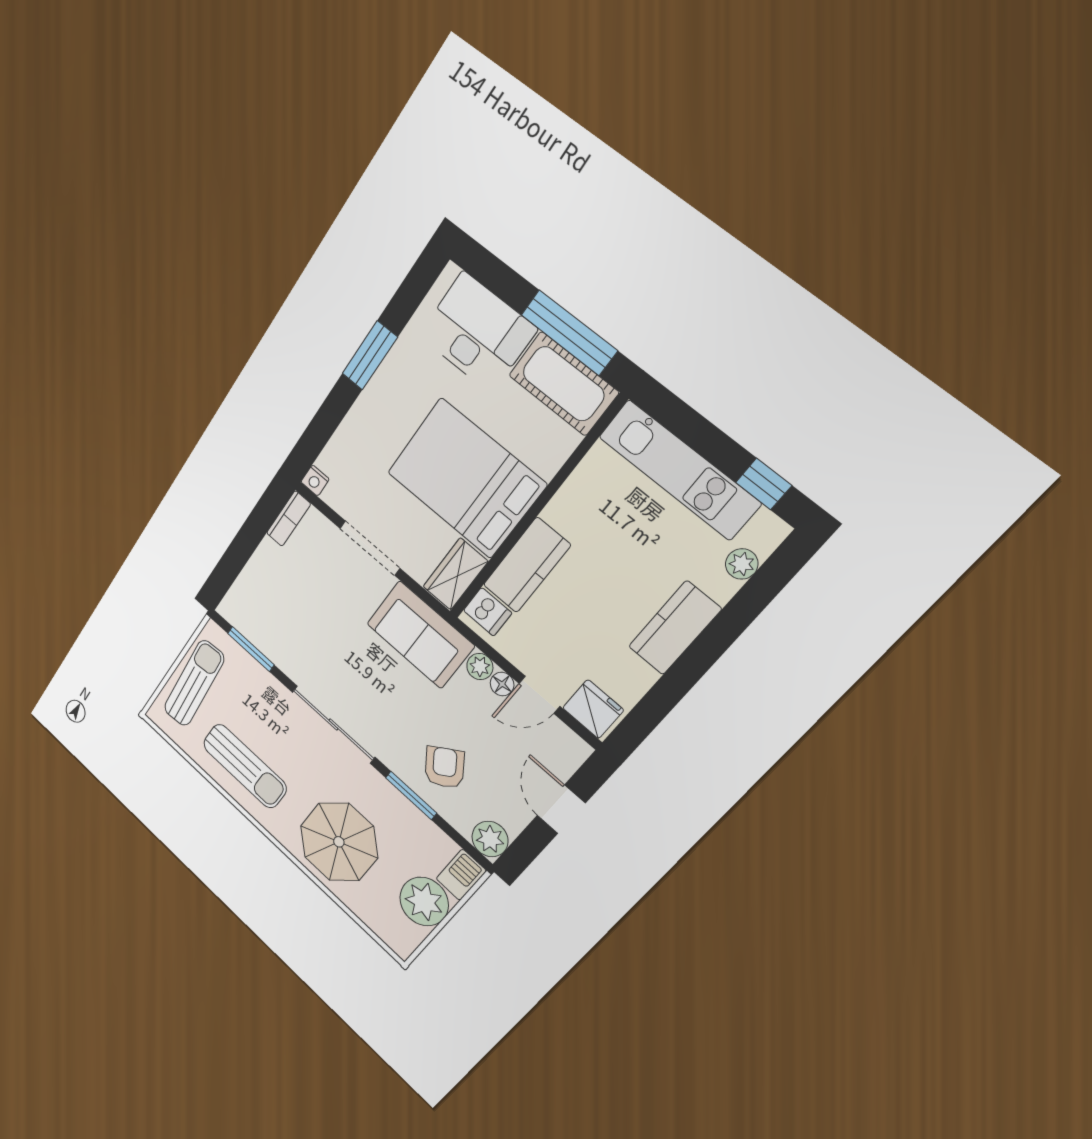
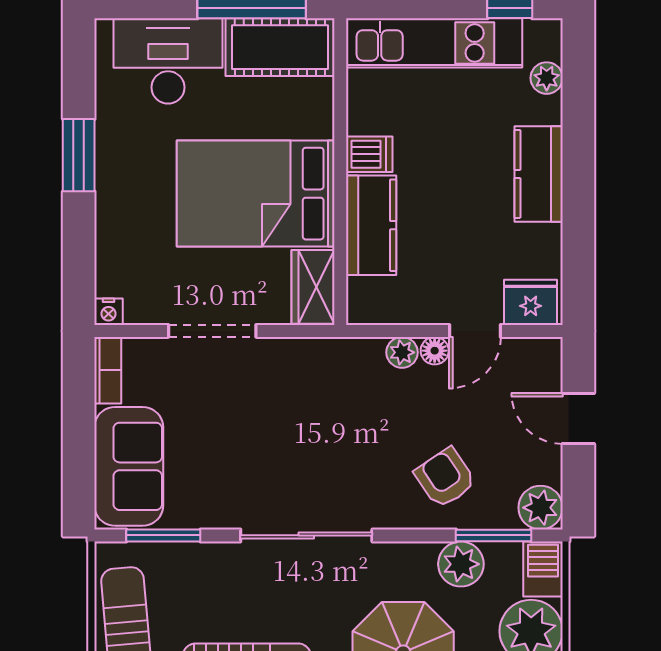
dishwasher: (488, 612) -> (369, 154), moved
sofa: (420, 635) -> (129, 466), moved, turned -90
window: (411, 795) -> (493, 535), moved
plant: (413, 826) -> (461, 564), added

